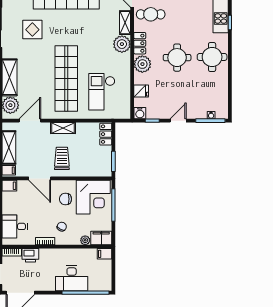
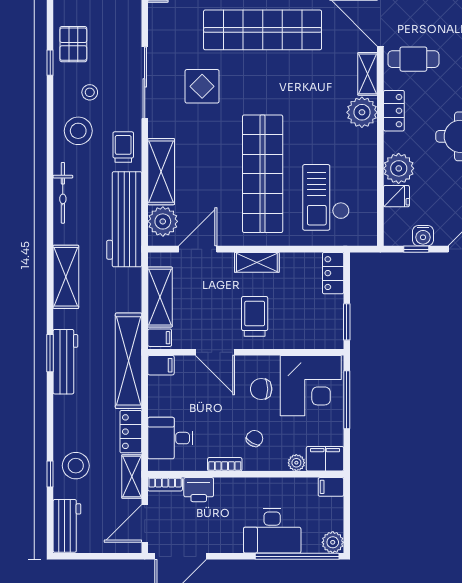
plant: (142, 64) -> (399, 168), moved
water cooler: (140, 113) -> (423, 236), moved
plant: (106, 285) -> (333, 542), added

